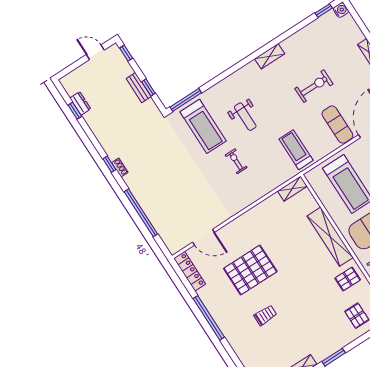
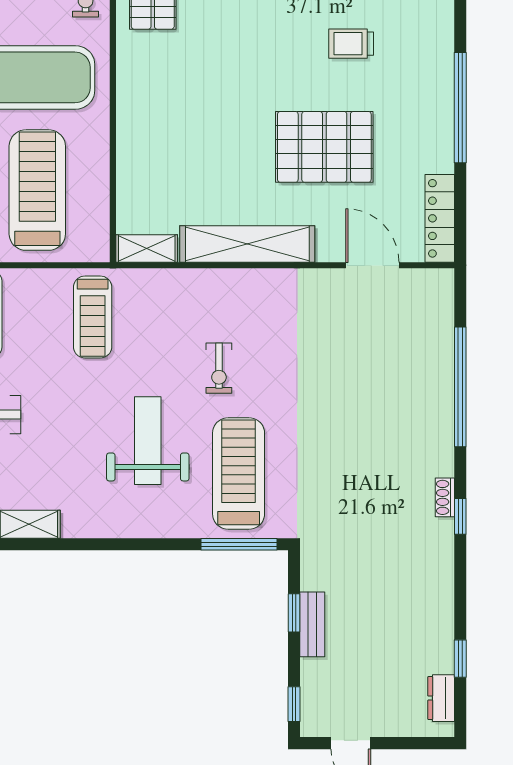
dresser: (80, 103) -> (441, 698), moved
weight bench: (245, 117) -> (148, 441), width x1.36, depth x1.33
shelving: (330, 237) -> (247, 244), moved, turned 90

